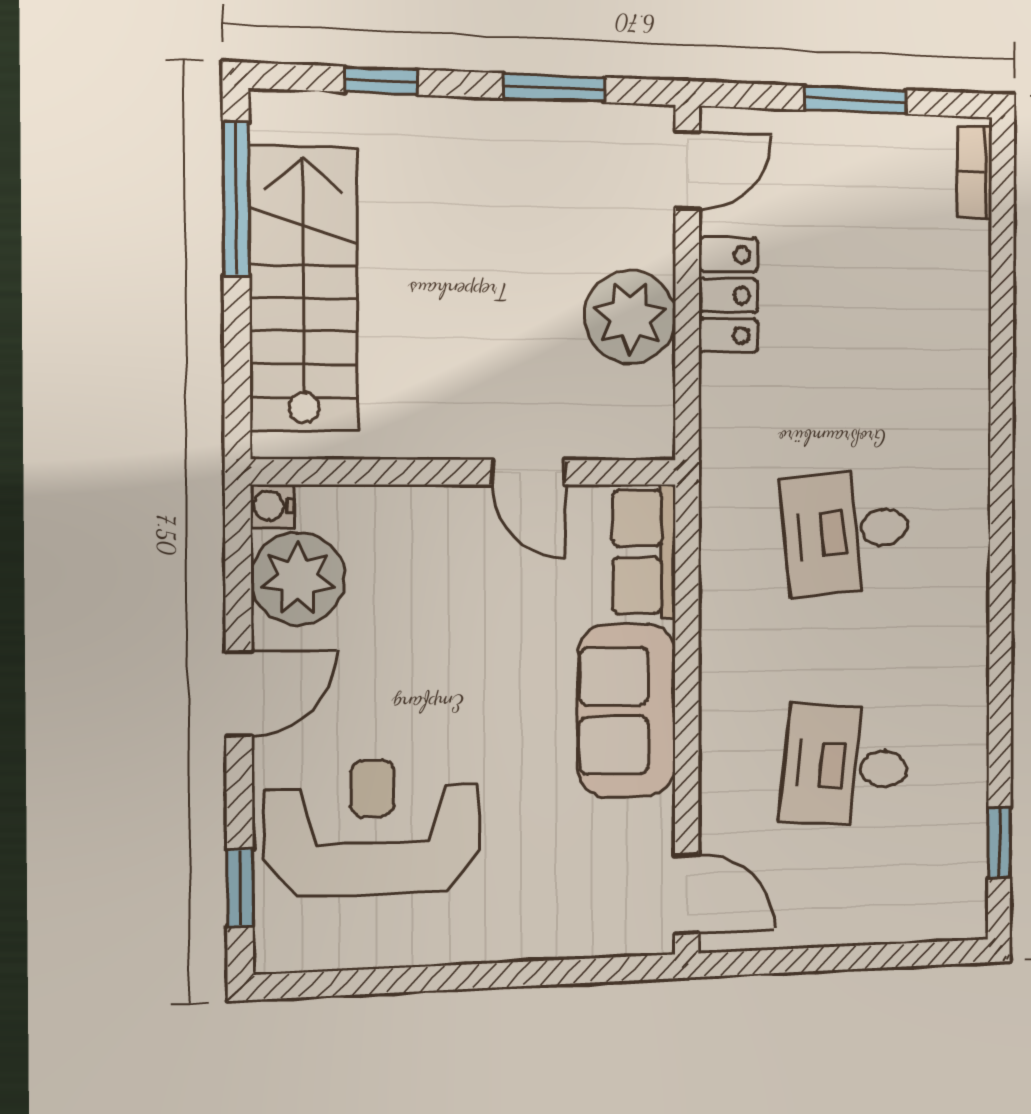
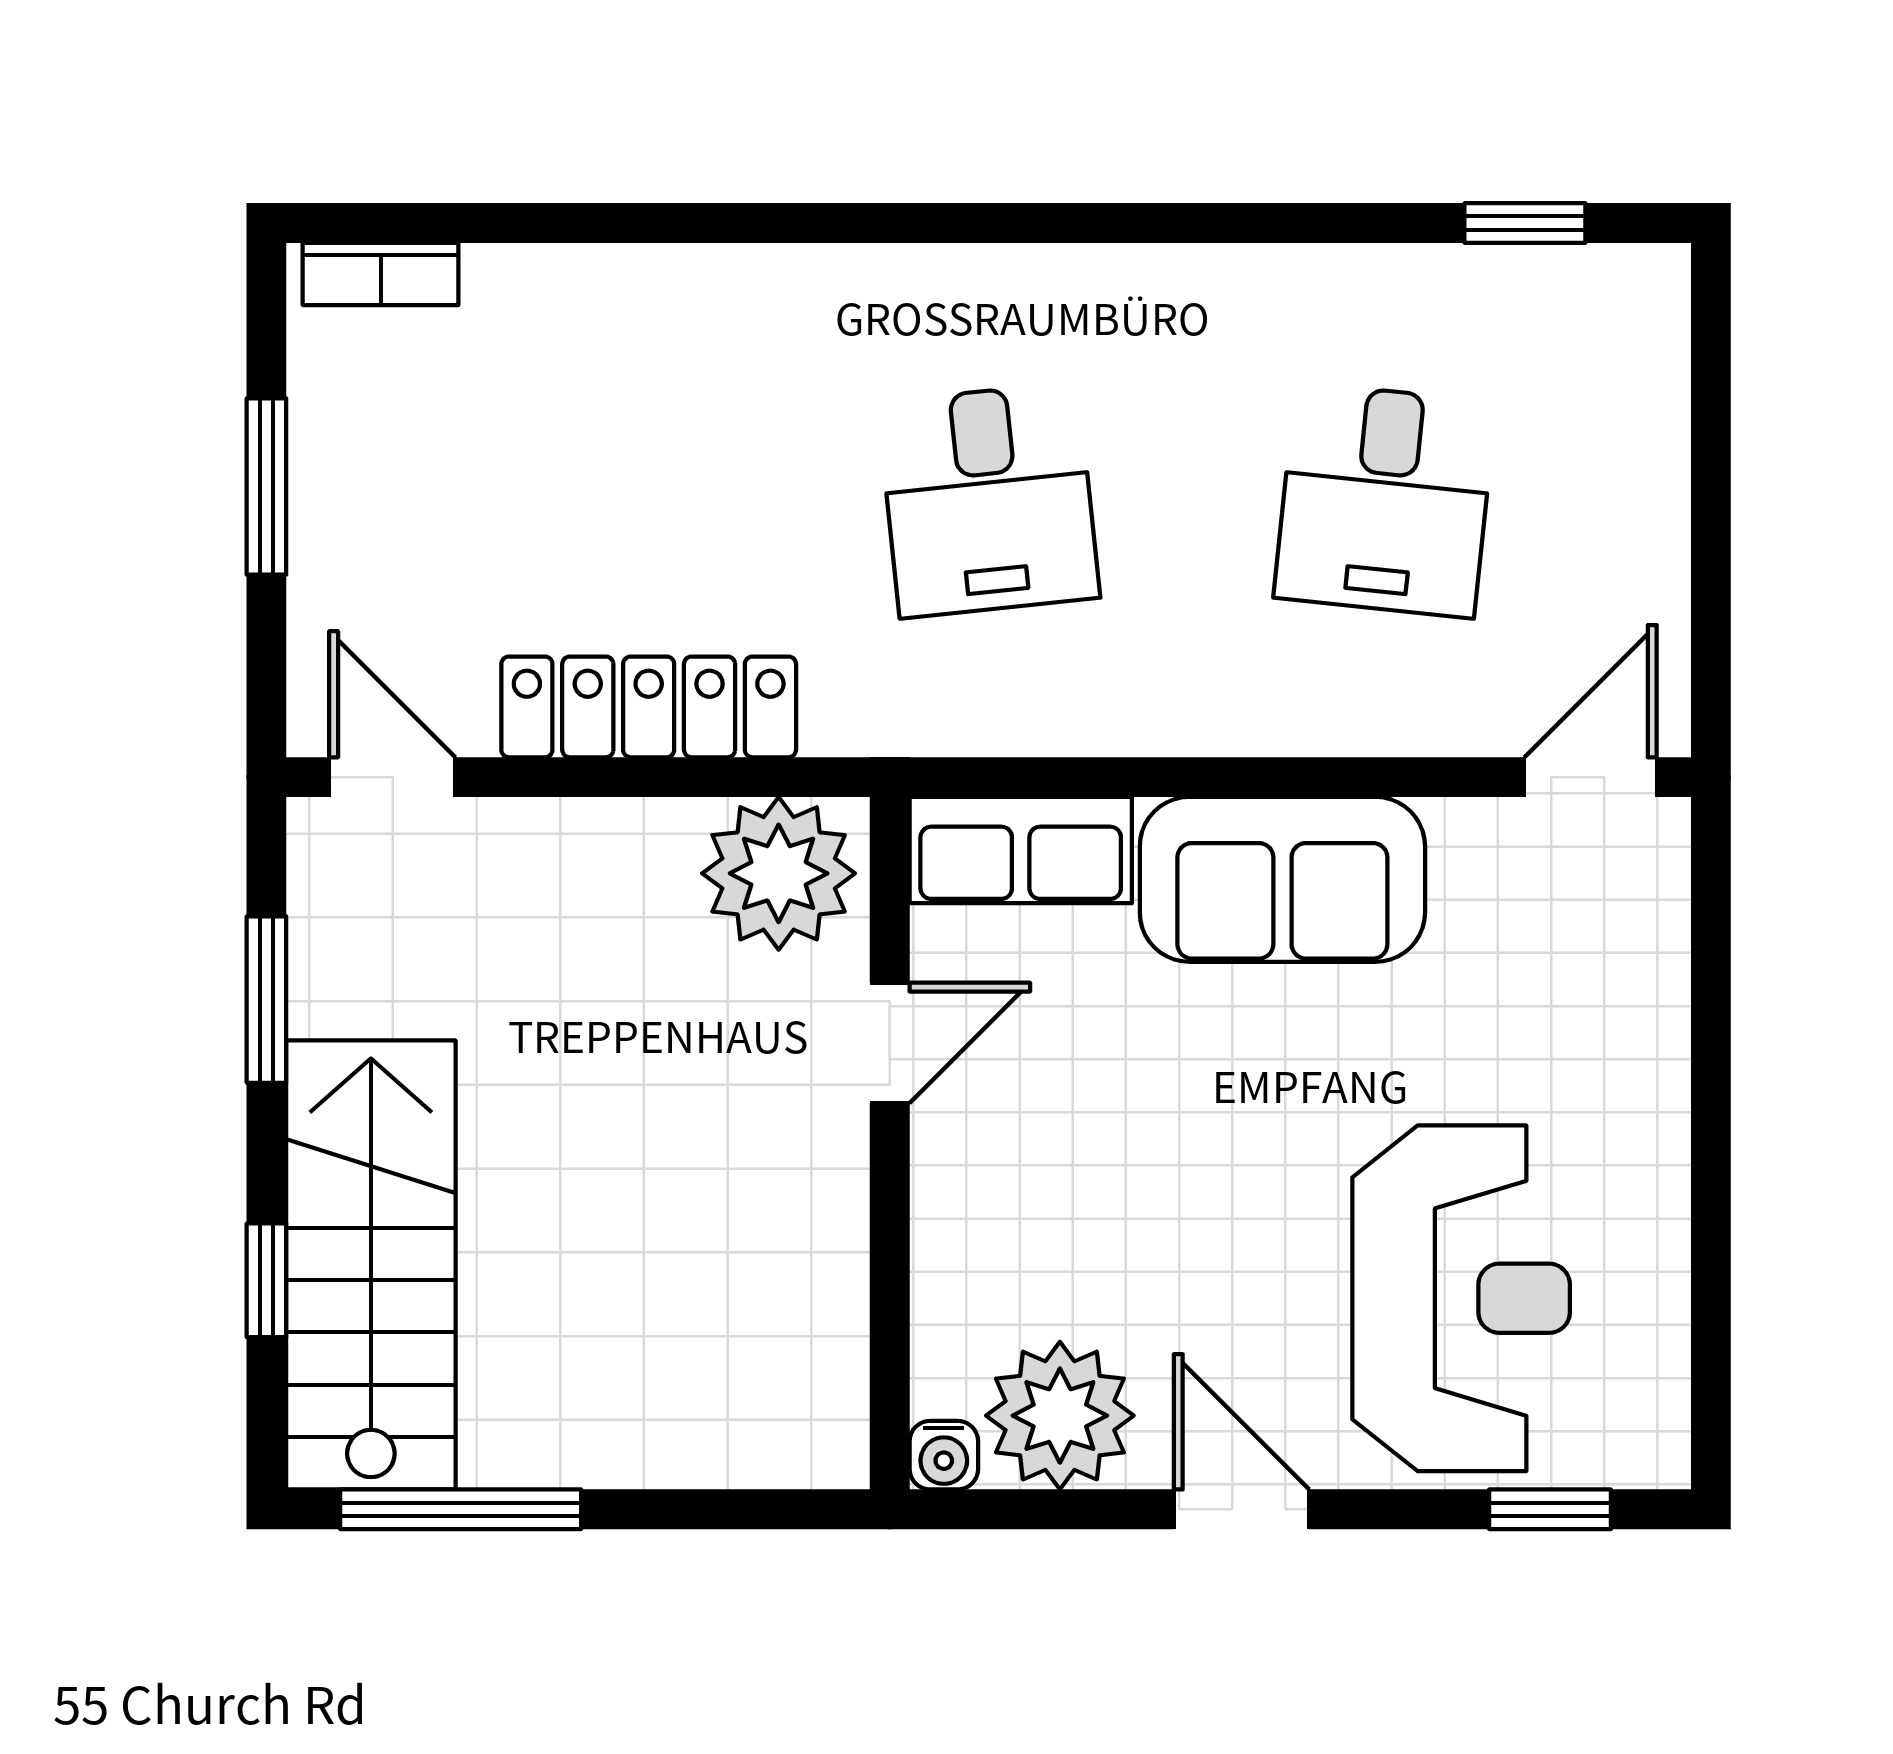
stairs: (303, 288) -> (371, 1265), moved, turned 90
locker: (728, 295) -> (649, 707), width x1.53
plant: (630, 317) -> (779, 873), moved
reception desk: (373, 827) -> (1461, 1298), turned 180

